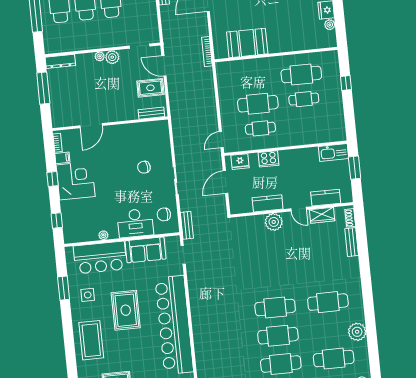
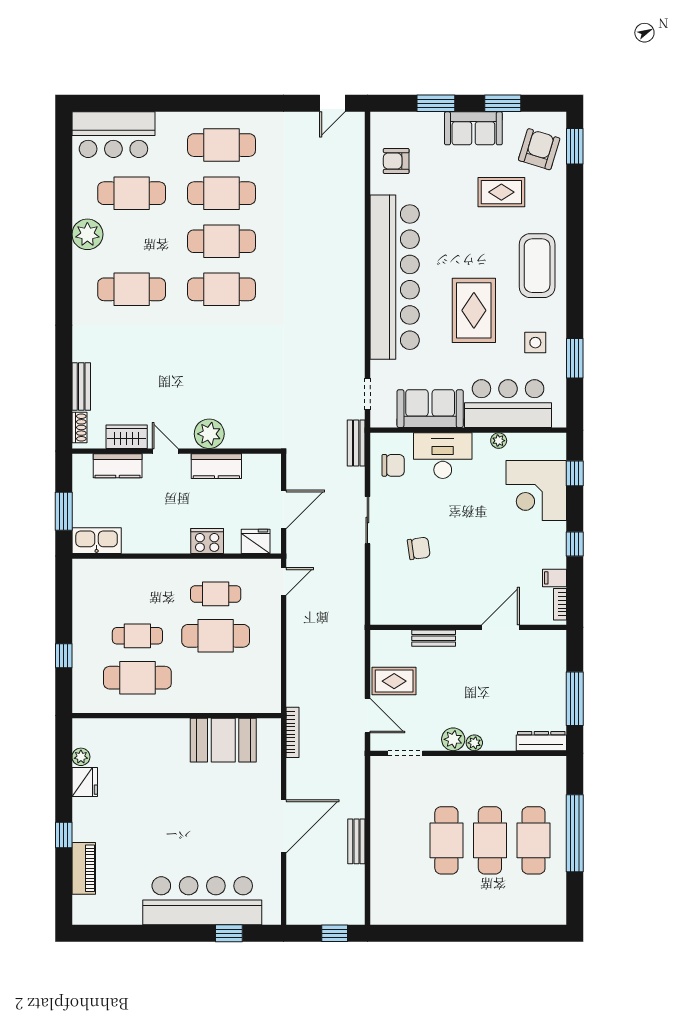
bench: (151, 113) -> (434, 638), moved
corner desk: (76, 181) -> (536, 491), moved

